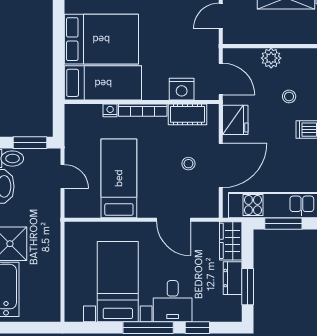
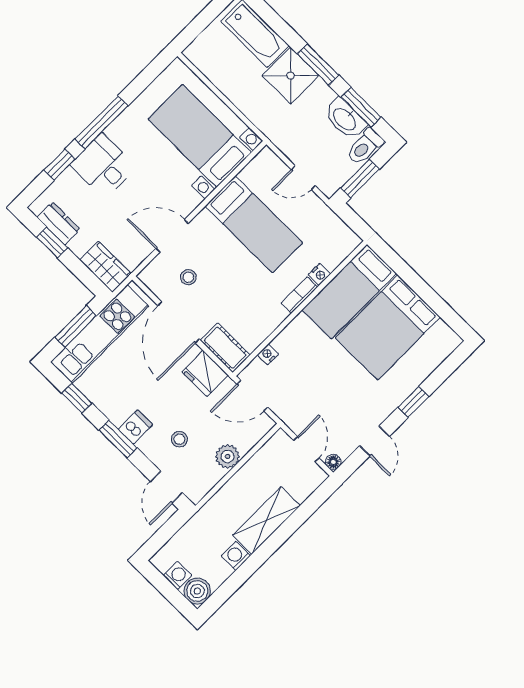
nightstand: (182, 89) -> (268, 354), width x0.53, depth x0.56
bookcase: (143, 110) -> (299, 295), width x0.64
cot: (188, 114) -> (225, 348), moved, turned 90
stool: (188, 164) -> (188, 277), moved
dresser: (233, 278) -> (59, 223), moved
bed with nightstands: (118, 282) -> (200, 136), moved, turned 180
window: (248, 287) -> (52, 243), width x0.67

